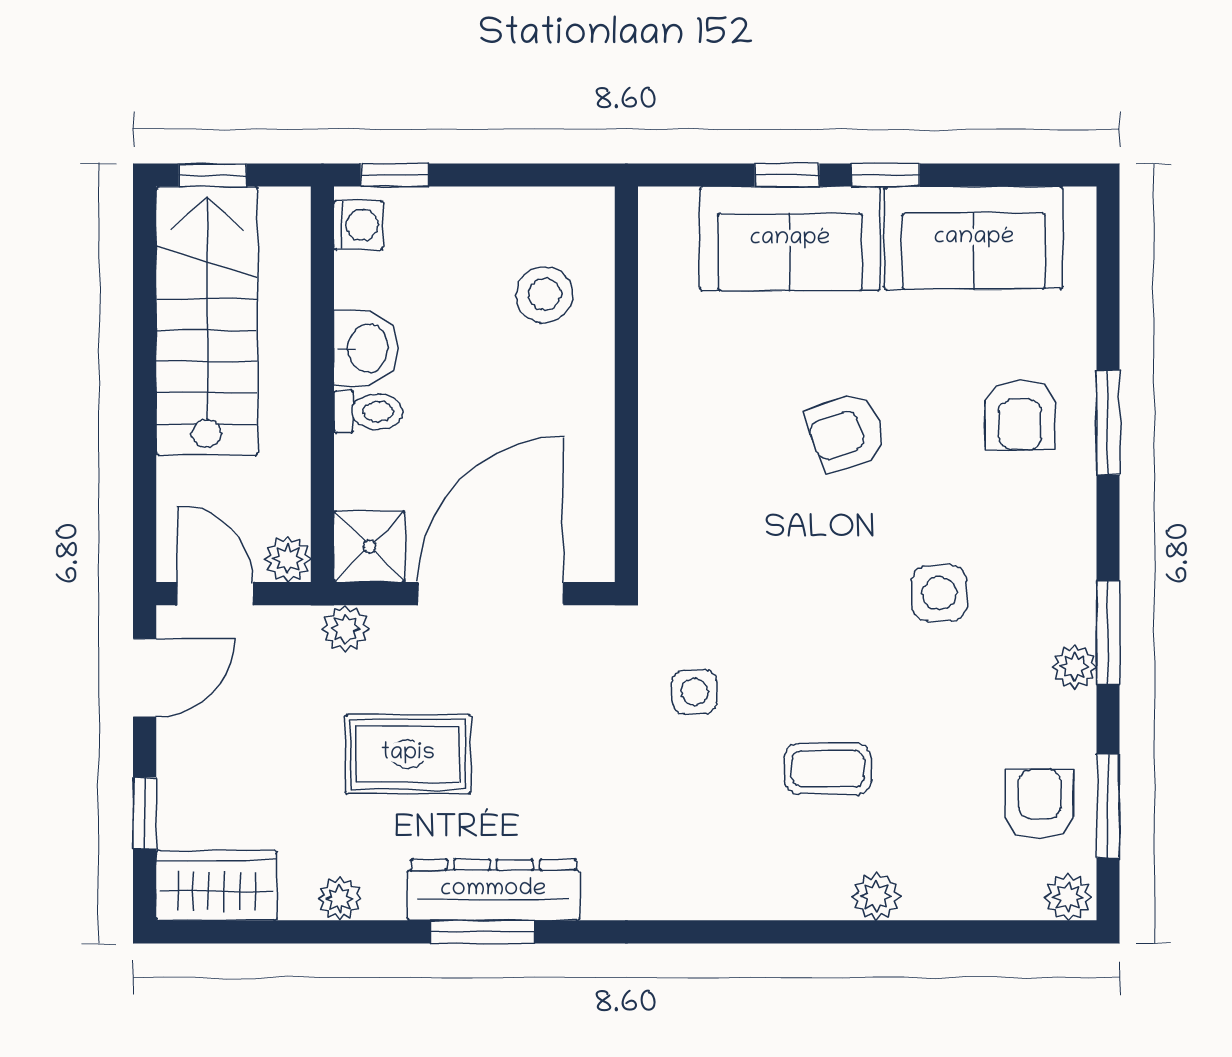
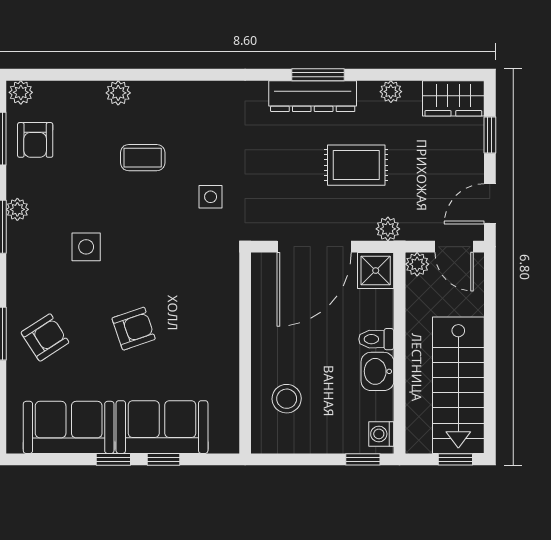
armchair: (1020, 415) -> (45, 337), turned 57

